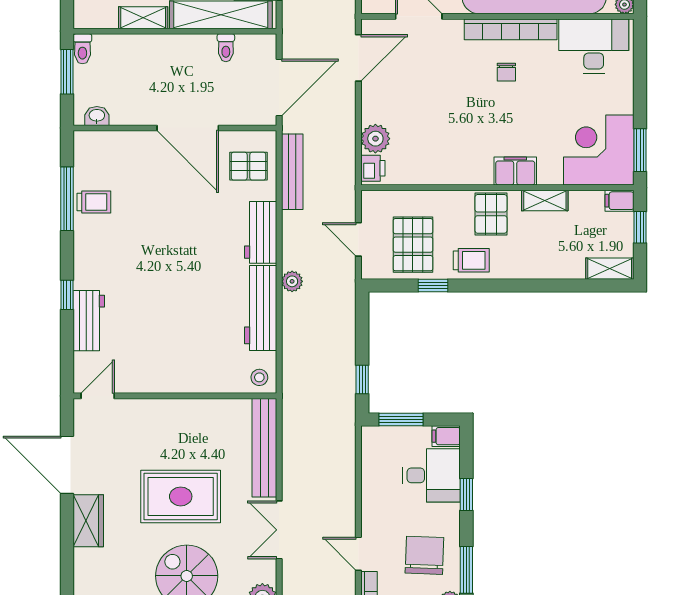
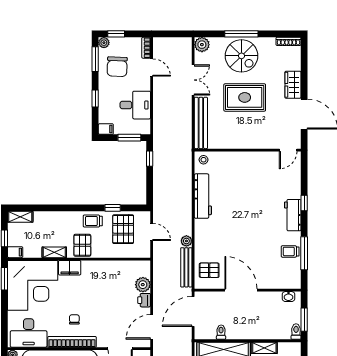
corner desk: (599, 150) -> (33, 285), width x1.36, depth x1.36
printer: (373, 168) -> (144, 300), moved
workbench: (261, 232) -> (203, 236), removed
plant: (292, 281) -> (186, 241), moved
workbench: (89, 321) -> (293, 215), moved
desk: (431, 475) -> (135, 105), moved, turned 180

